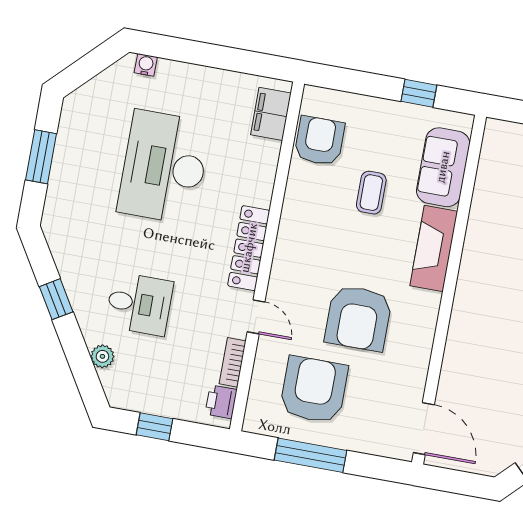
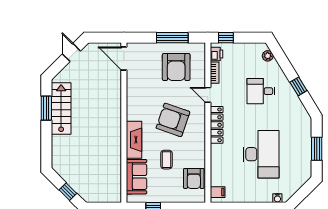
filing cabinet: (271, 114) -> (218, 192), width x0.50
armchair: (358, 318) -> (173, 120), moved, turned -71
plant: (102, 356) -> (268, 56), moved
window: (155, 427) -> (226, 38), moved

